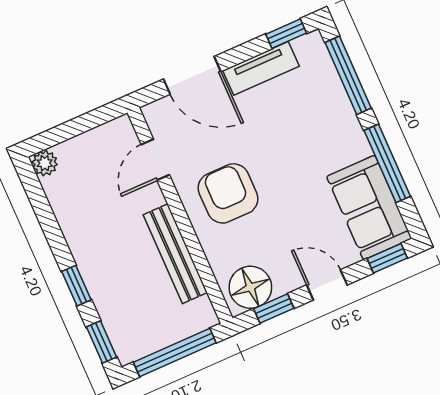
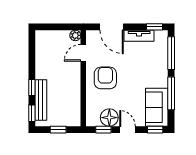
plant: (45, 163) -> (75, 35), moved
bench: (175, 254) -> (41, 100), moved
floor lamp: (250, 287) -> (109, 118), moved
window: (175, 352) -> (58, 130), width x0.46

